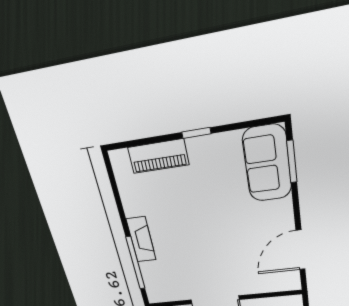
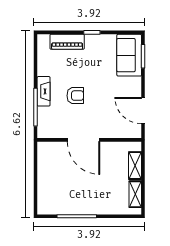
armchair: (190, 240) -> (75, 96), added
door: (301, 250) -> (143, 111), hinge flipped

